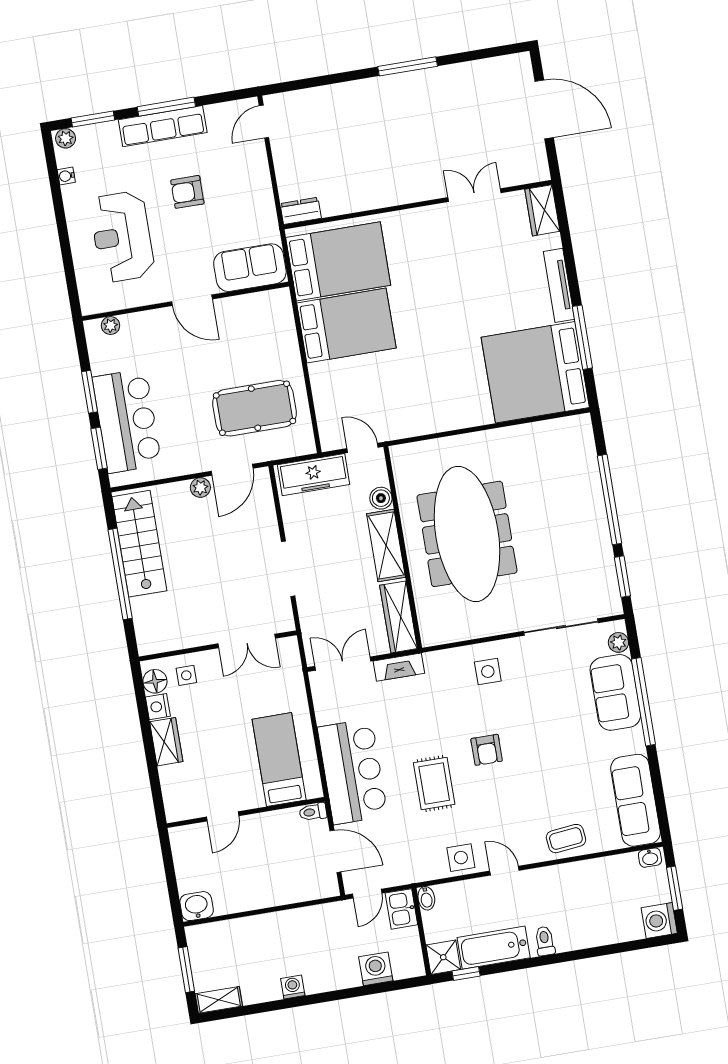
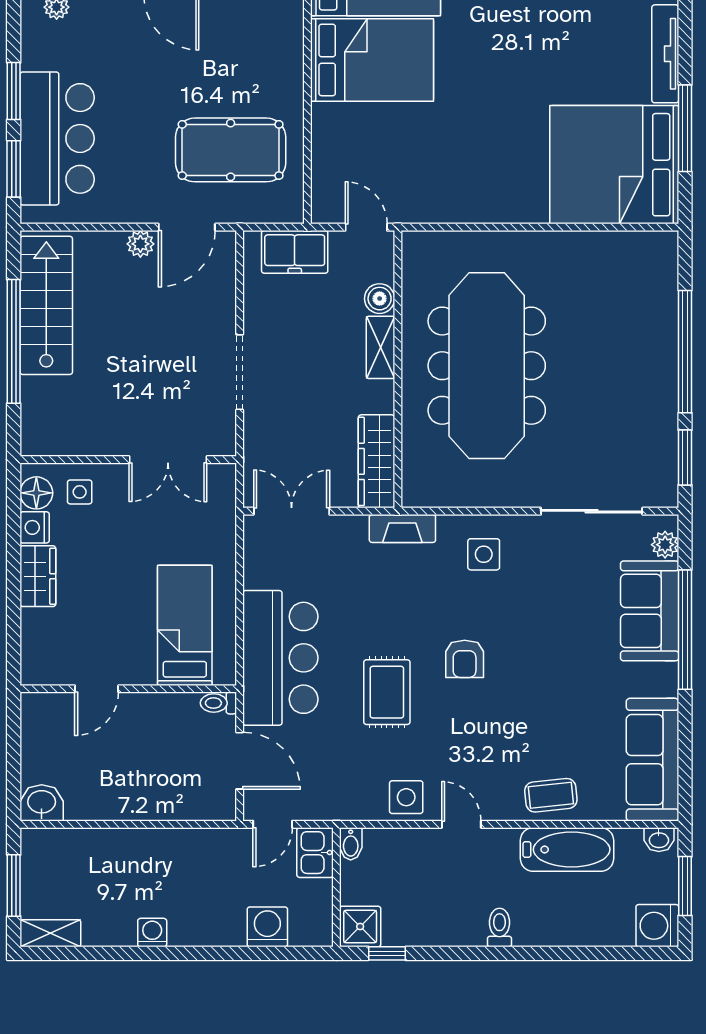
freezer: (314, 475) -> (295, 252), width x0.71
shelving: (386, 546) -> (380, 347), width x0.67, depth x0.75
fireplace: (399, 667) -> (402, 529), moved
bathtub: (494, 948) -> (567, 849), moved, turned 180

